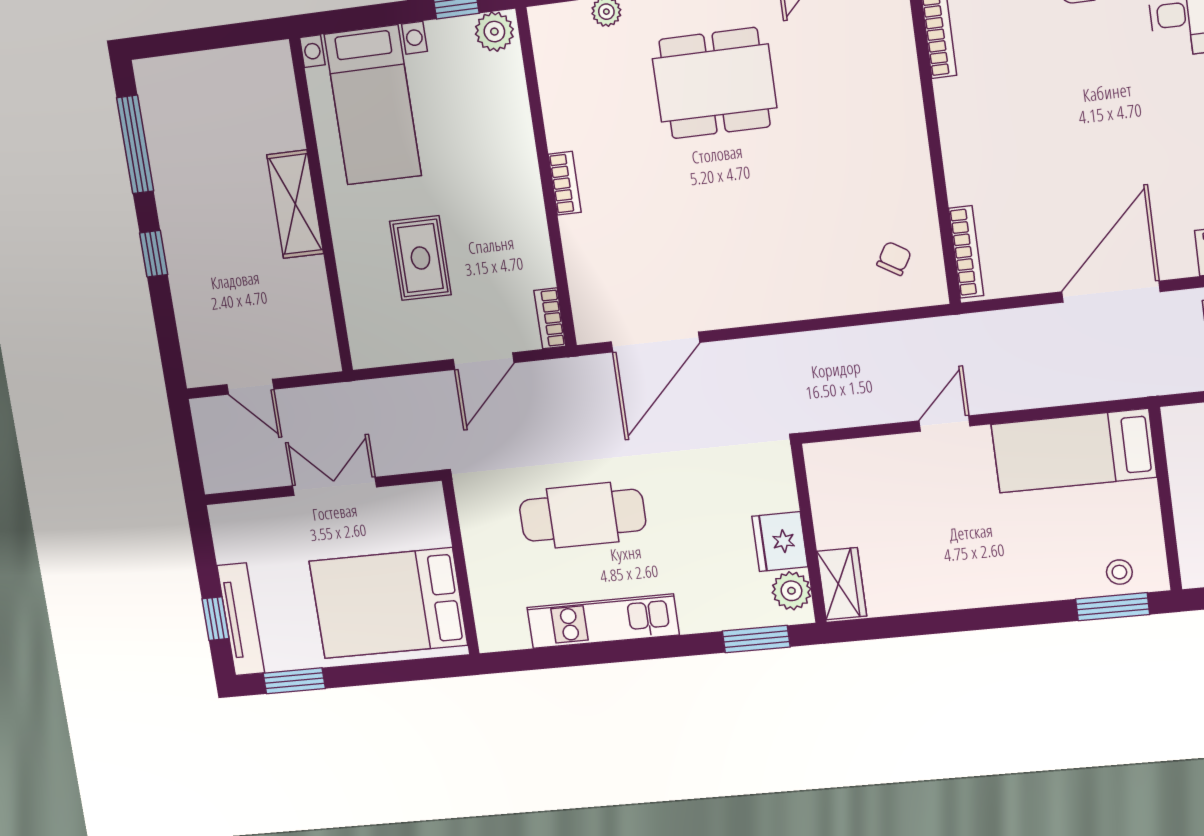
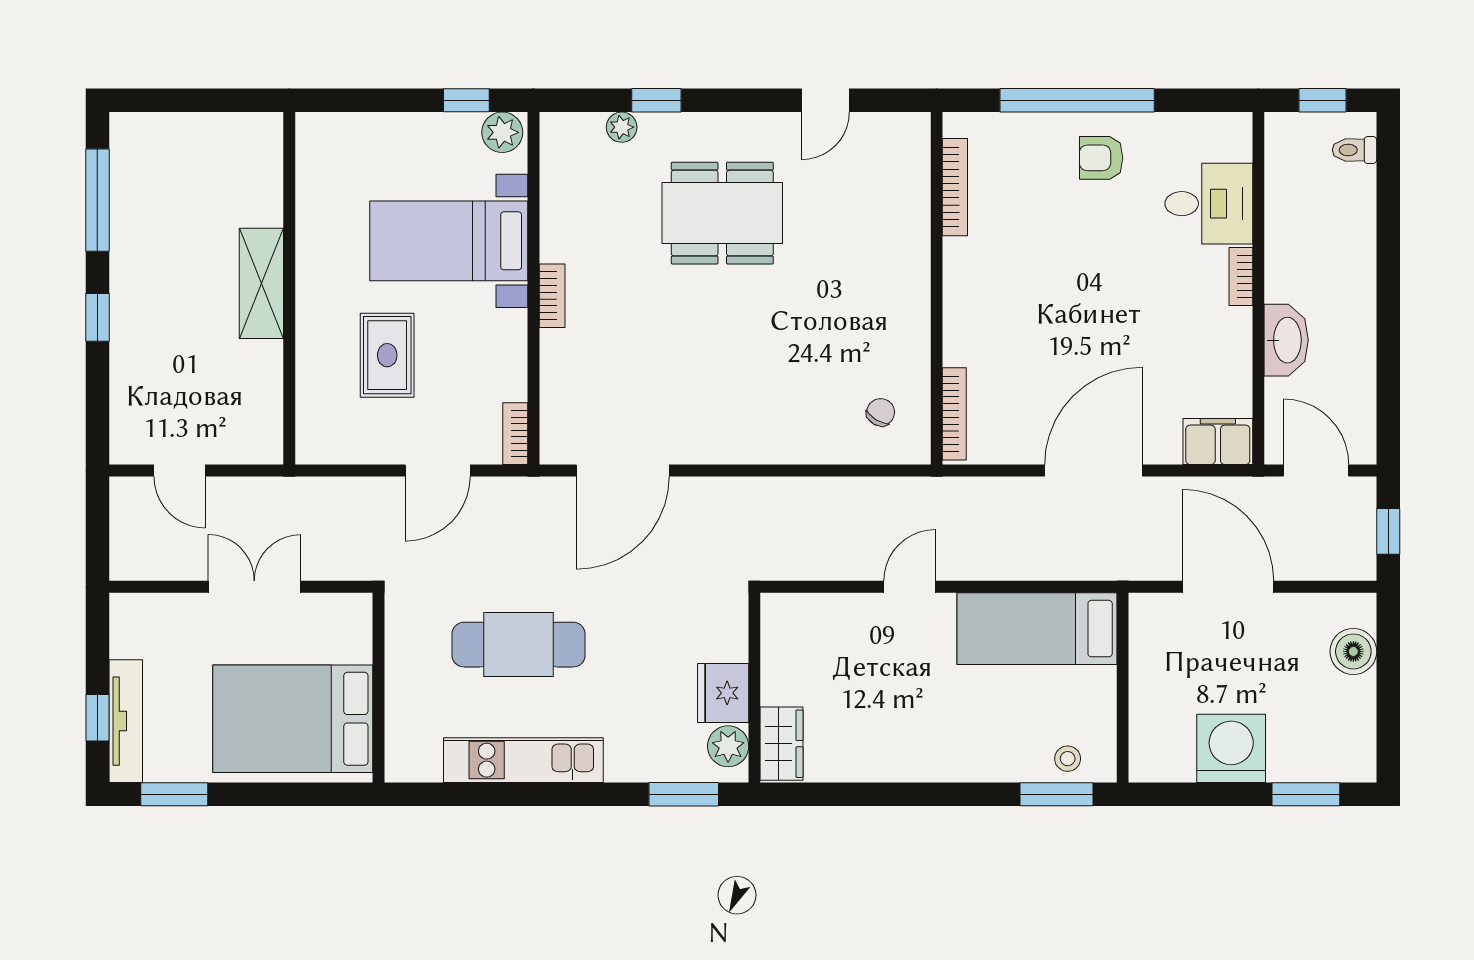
bed with nightstands: (373, 105) -> (449, 241), moved, turned 90

